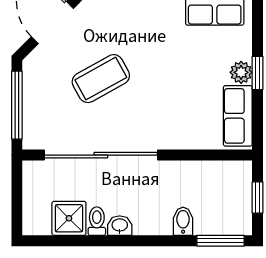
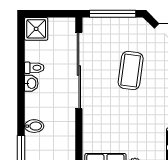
coffee table: (101, 79) -> (131, 70), turned 37
shower: (69, 218) -> (36, 29), moved

